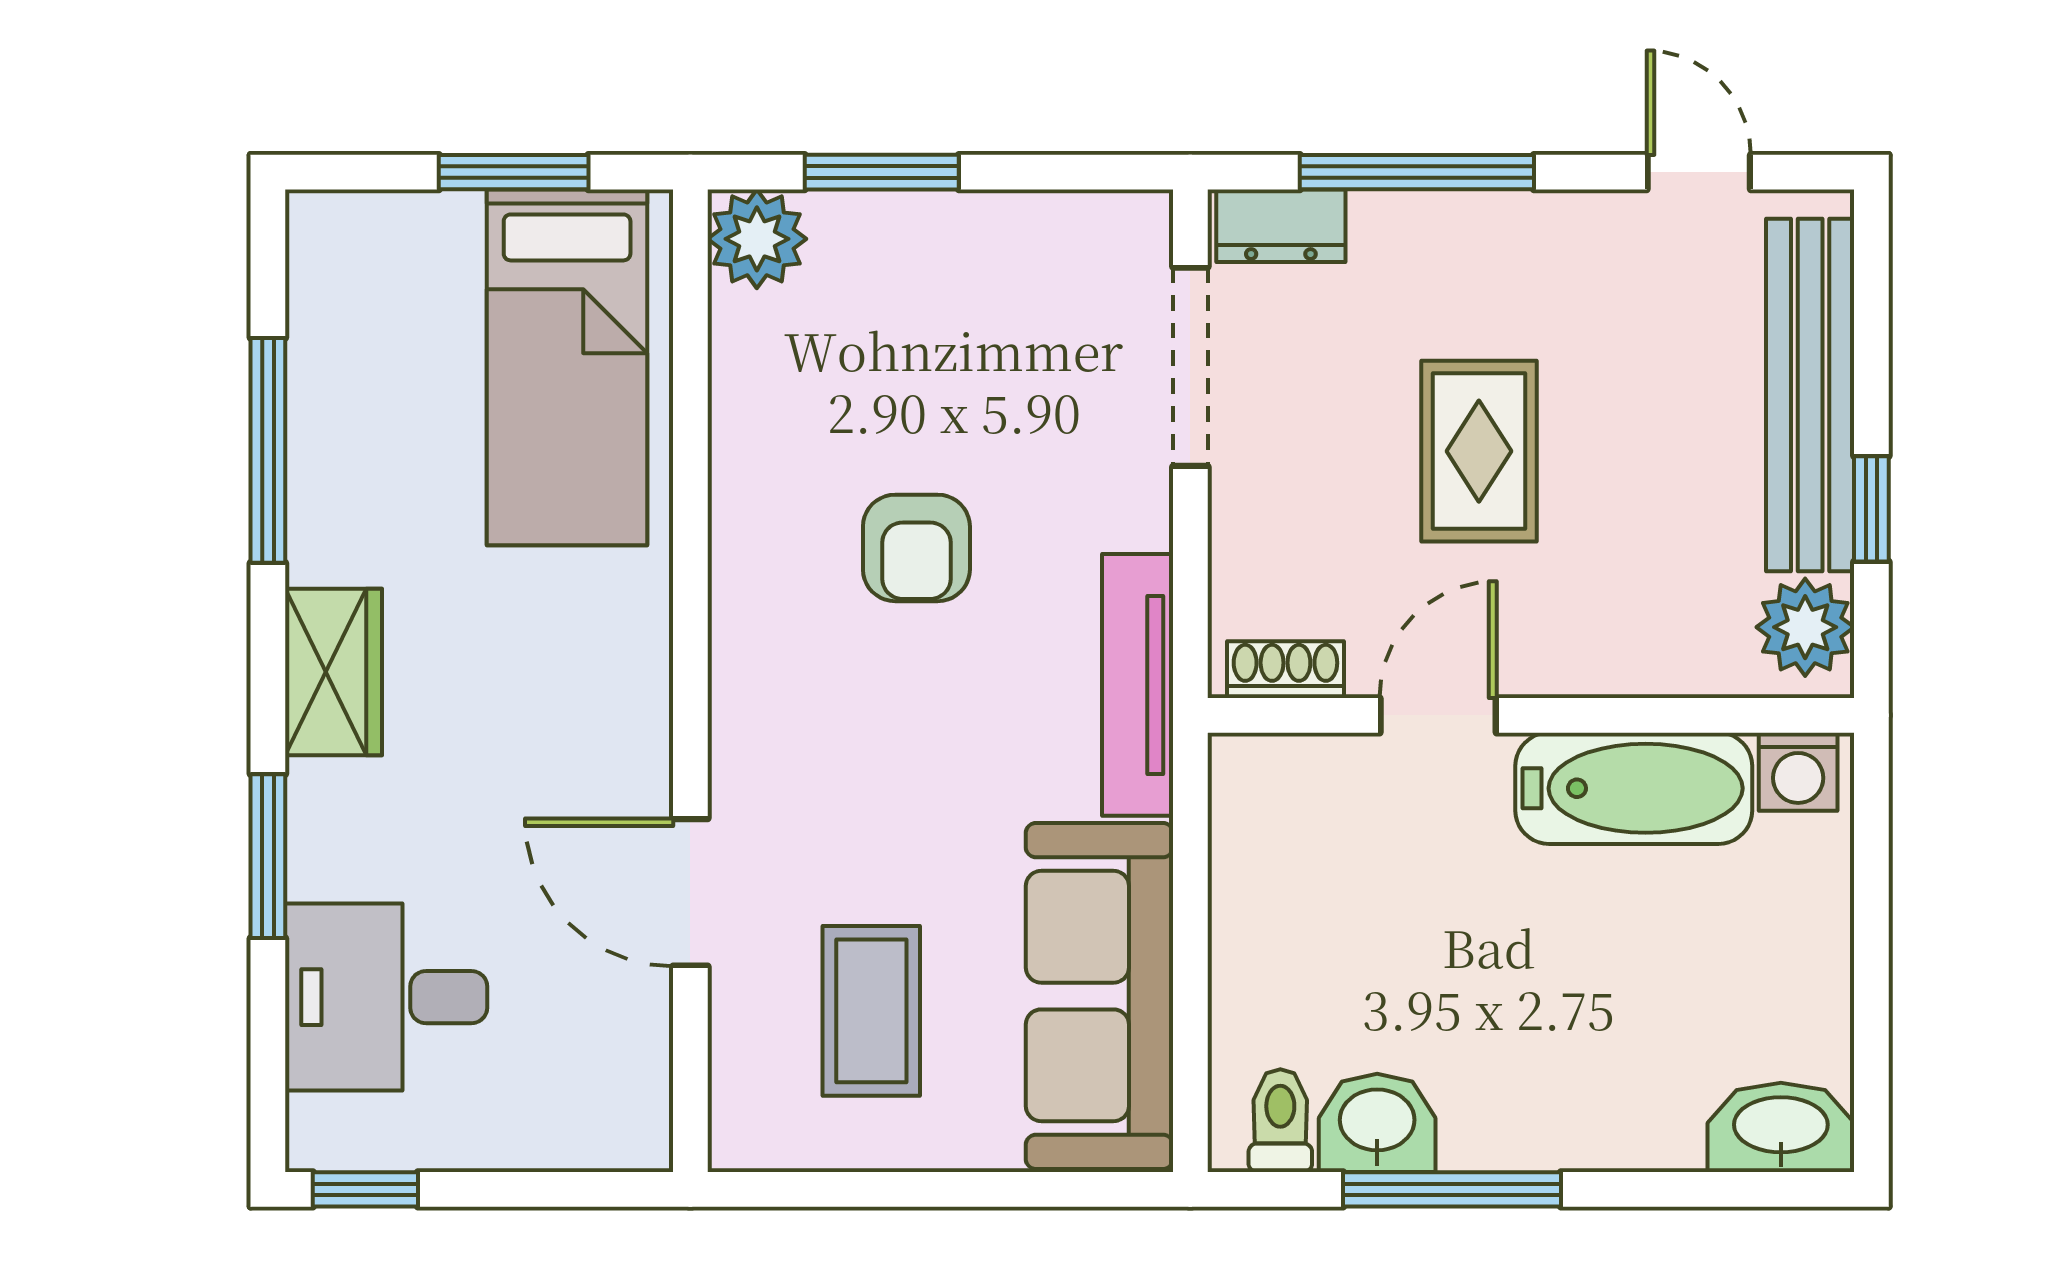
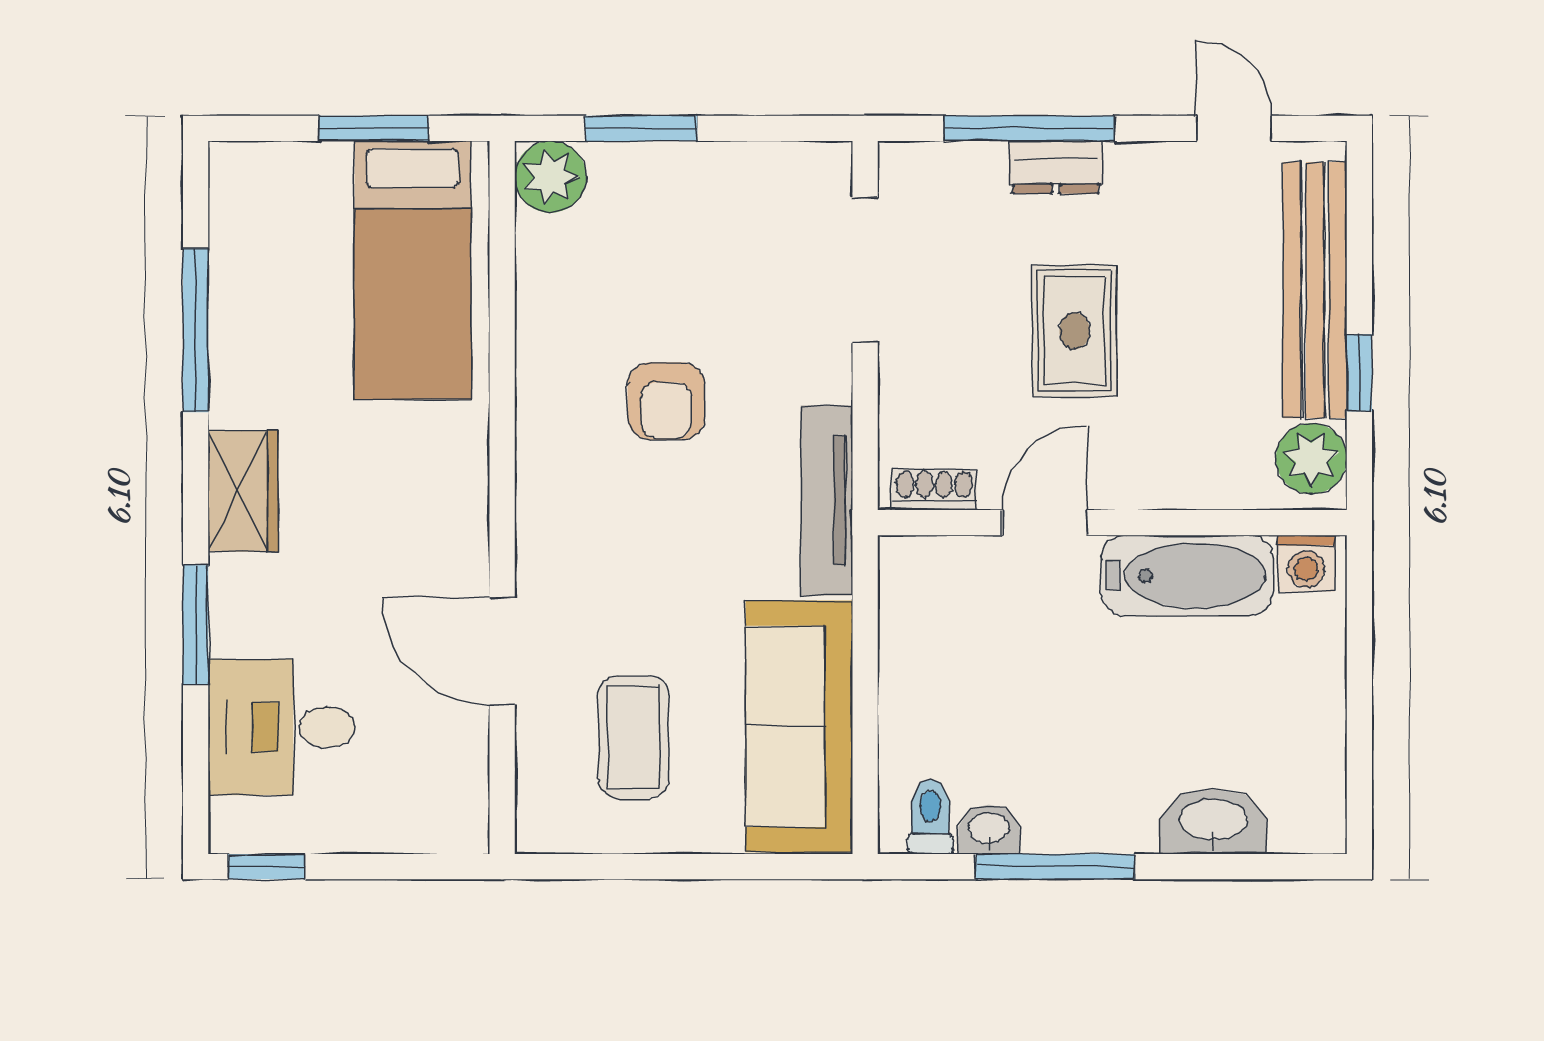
dresser: (1281, 226) -> (1056, 167), moved
washbasin: (1377, 1123) -> (989, 829), width x0.72, depth x0.69
washbasin: (1781, 1127) -> (1213, 822), moved

